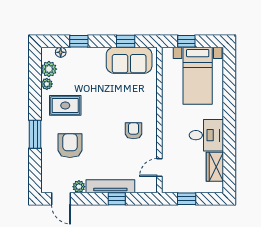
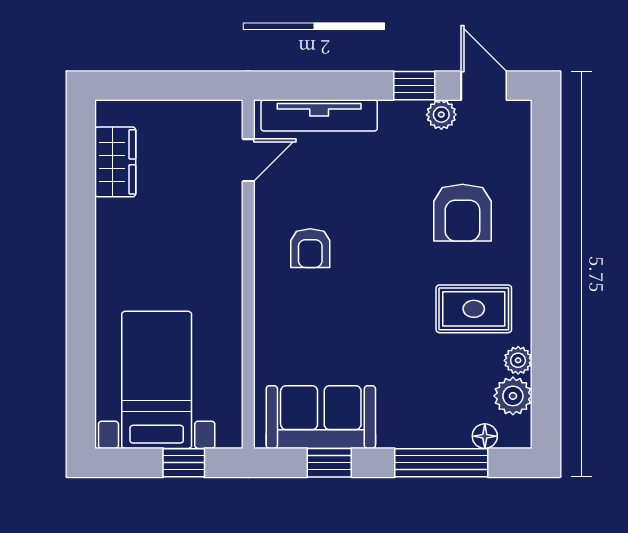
window: (79, 41) -> (441, 463), width x2.17
window: (35, 134) -> (546, 240), removed
desk: (206, 135) -> (136, 238), removed
tv unit: (110, 186) -> (319, 115), moved
window: (117, 199) -> (414, 86), moved
window: (187, 199) -> (183, 86), removed

